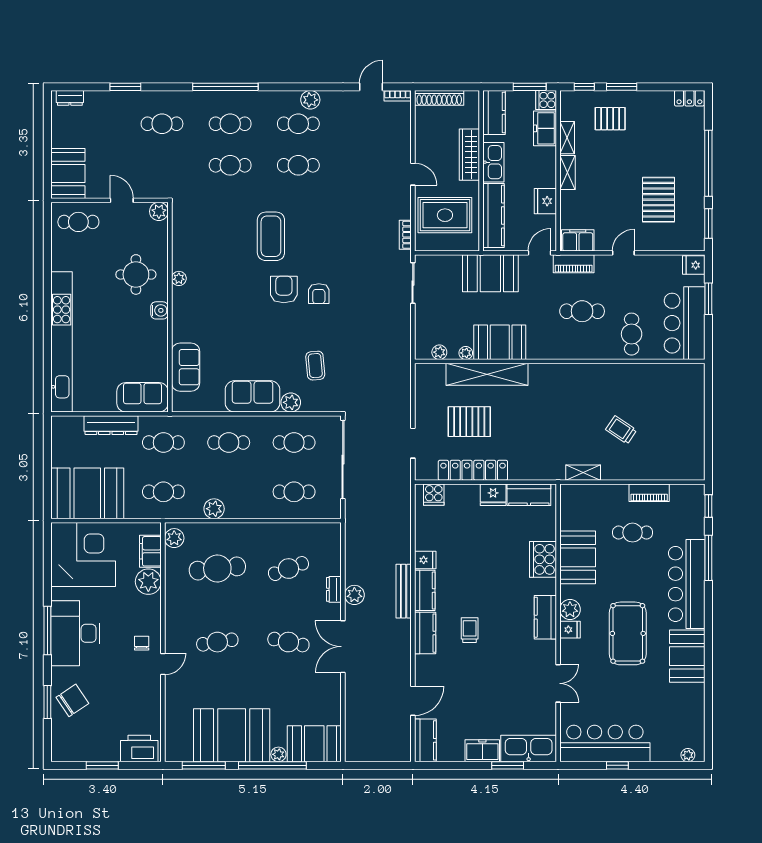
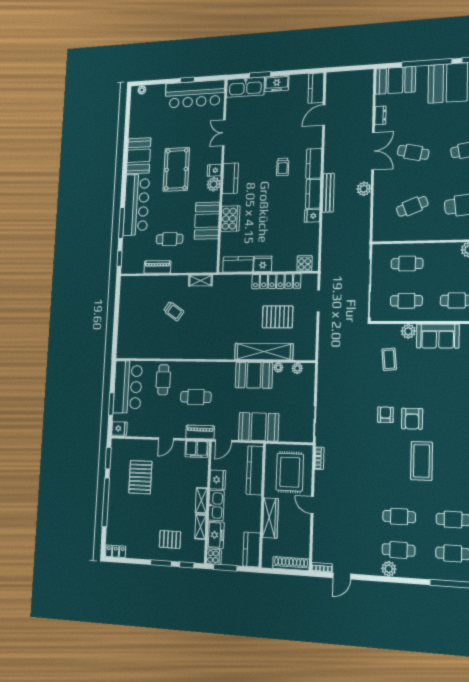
kitchen sink: (493, 162) -> (216, 505), moved, turned 180
rug: (445, 215) -> (290, 472), turned 90
dresser: (334, 589) -> (380, 115), moved
plant: (278, 754) -> (422, 71), removed

